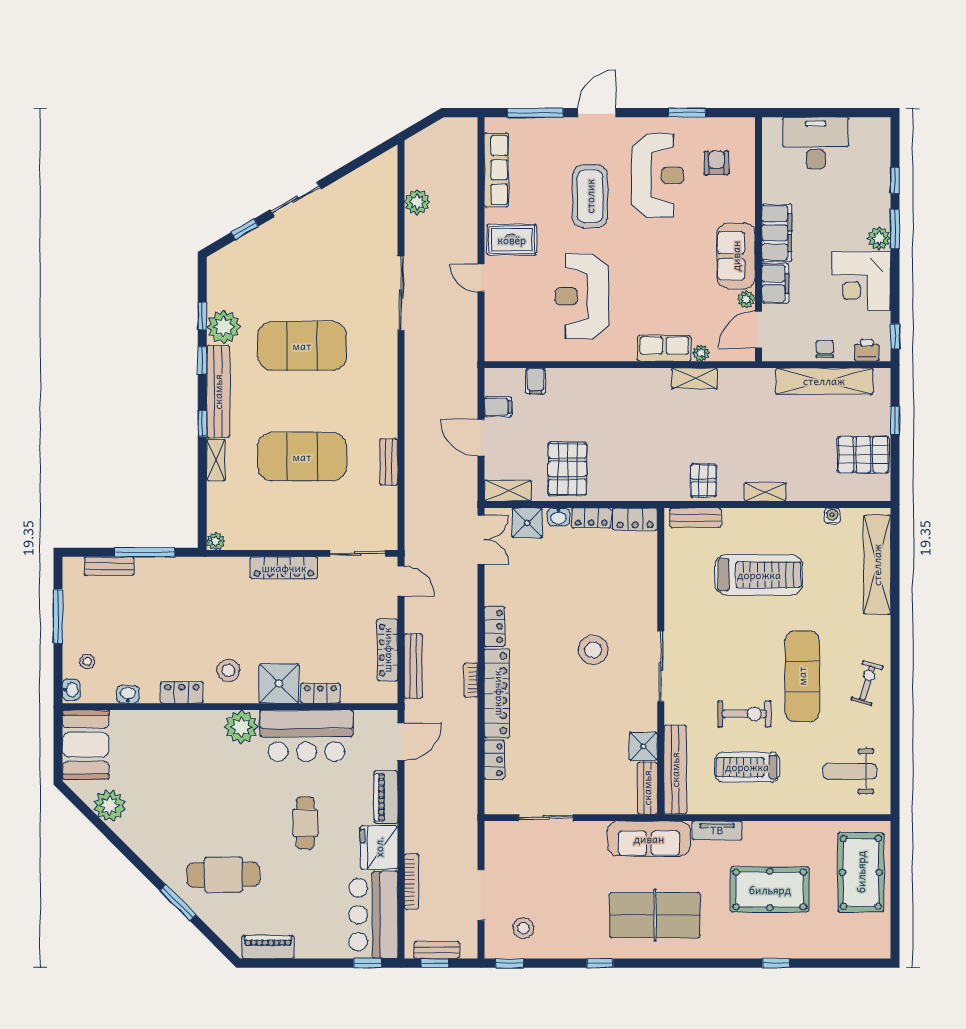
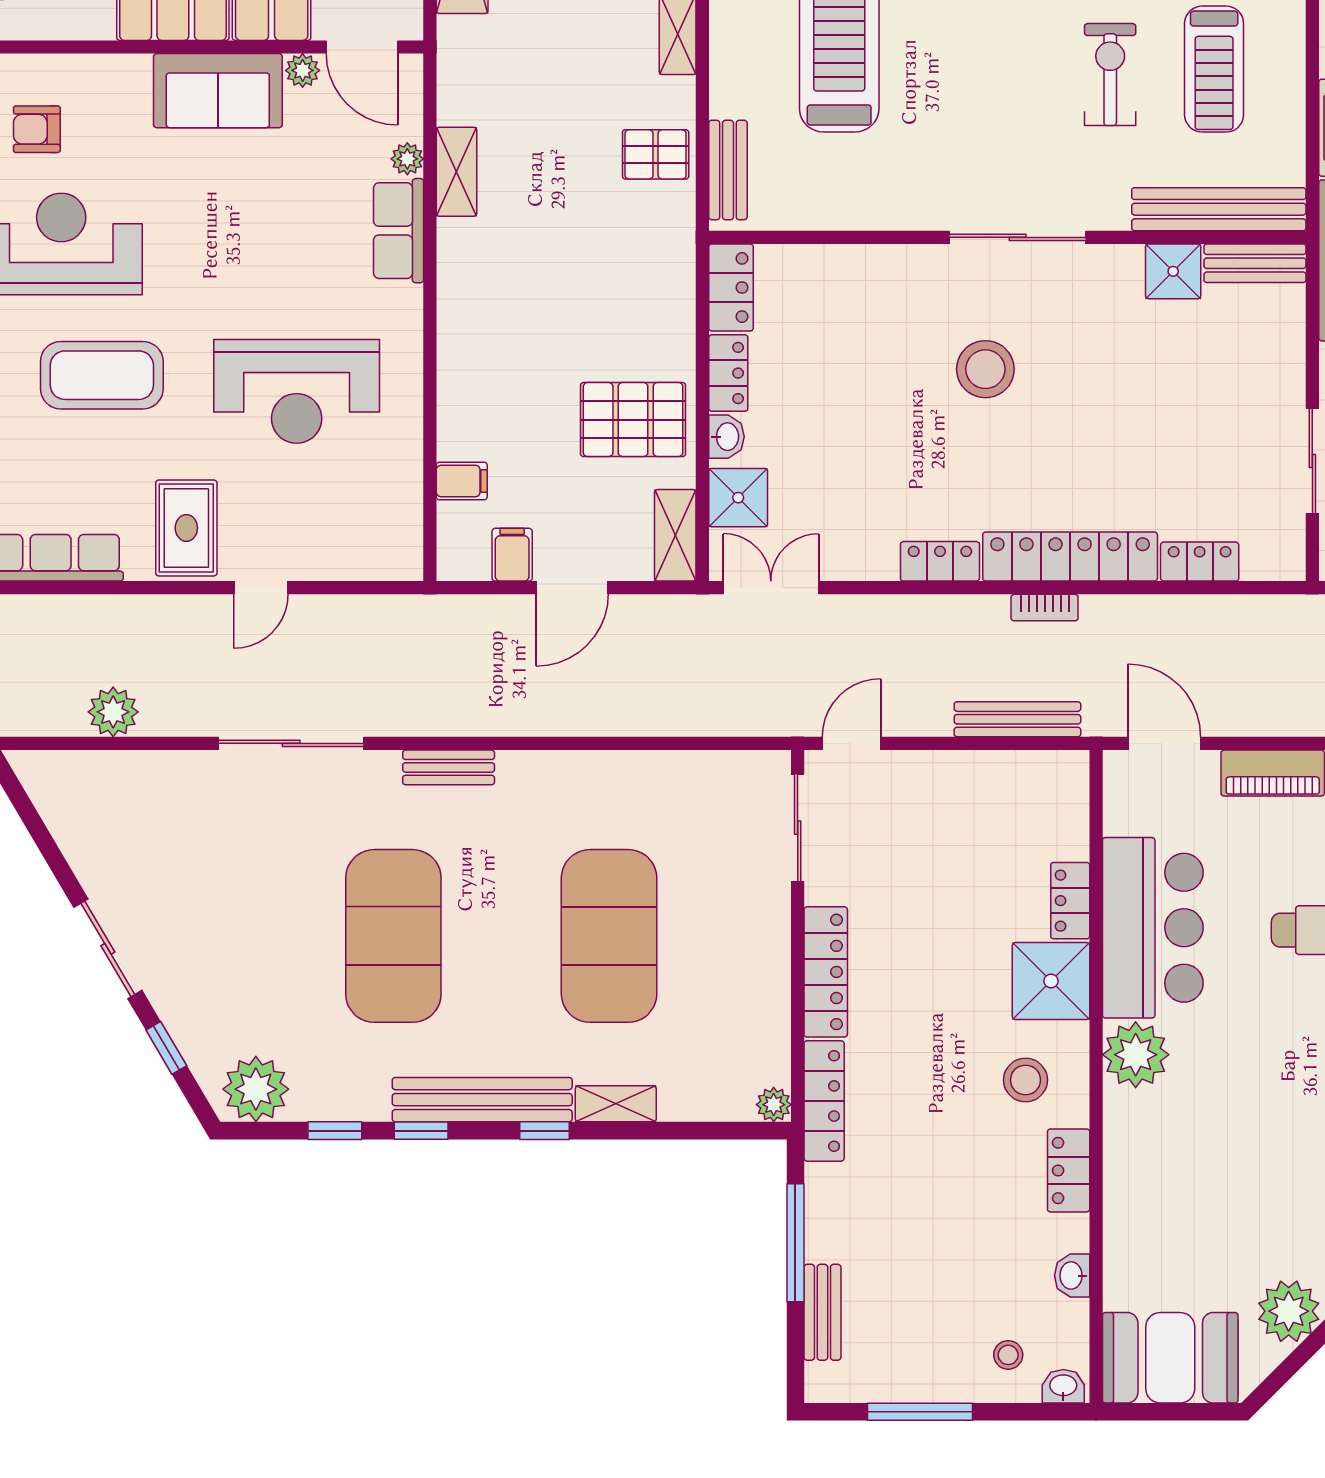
plant: (224, 327) -> (256, 1089), moved
bench: (389, 462) -> (449, 767), moved
locker: (387, 650) -> (824, 1101), moved, turned -90

